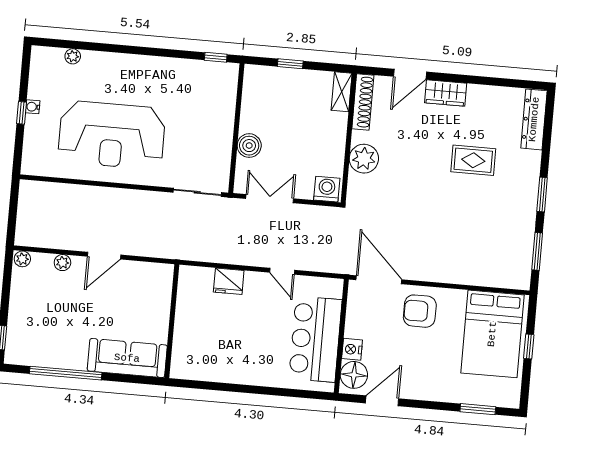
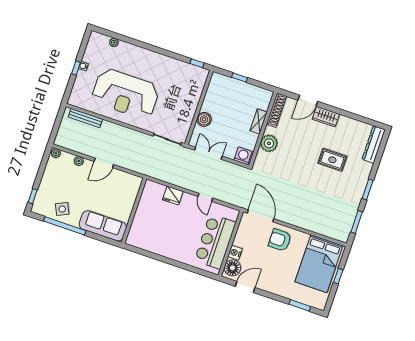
shelving: (342, 92) -> (259, 121), moved
bench: (56, 190) -> (85, 118), added
side table: (55, 347) -> (62, 209), added

